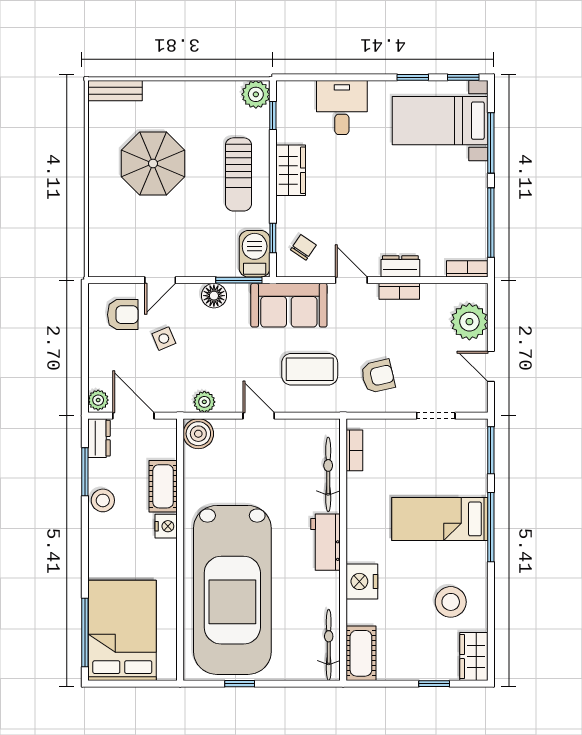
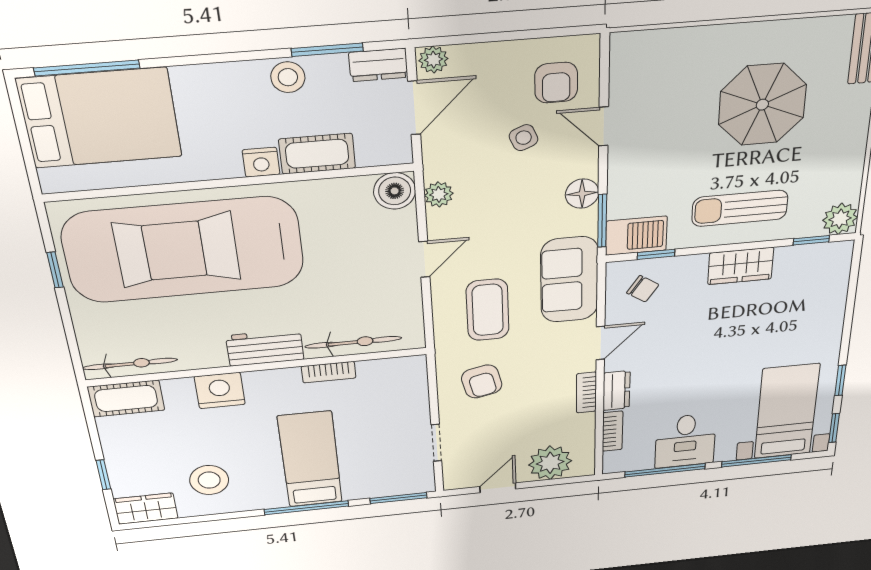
desk: (342, 107) -> (685, 441), moved, turned 90
bookcase: (467, 269) -> (613, 431), moved
bookcase: (354, 450) -> (329, 372), moved

